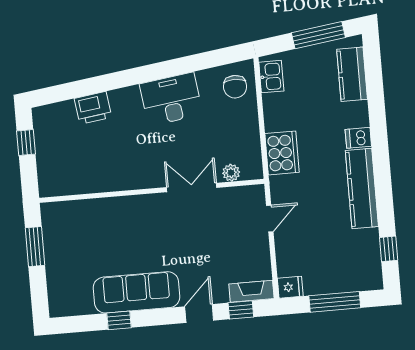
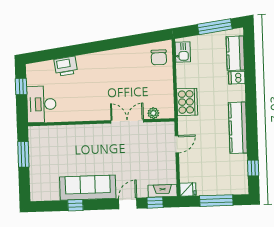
desk: (171, 99) -> (41, 104), moved, turned -82
dishwasher: (358, 138) -> (237, 78), moved

